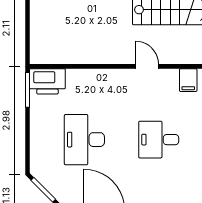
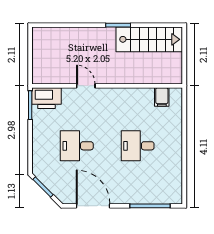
door: (147, 66) -> (86, 86), moved
desk: (84, 140) -> (77, 146), width x0.73

